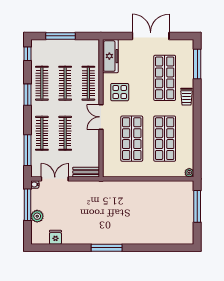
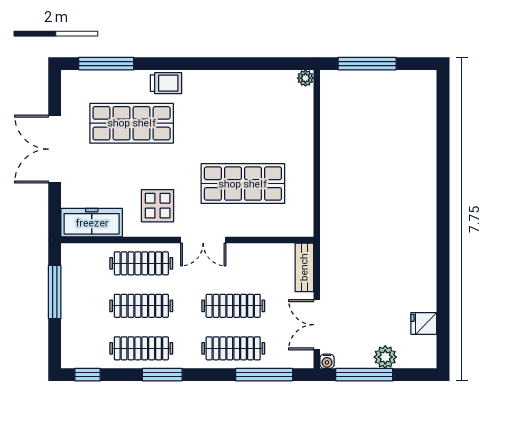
window: (61, 36) -> (55, 292), moved
shop shelf: (165, 139) -> (243, 123), removed
window: (107, 248) -> (443, 230), removed

